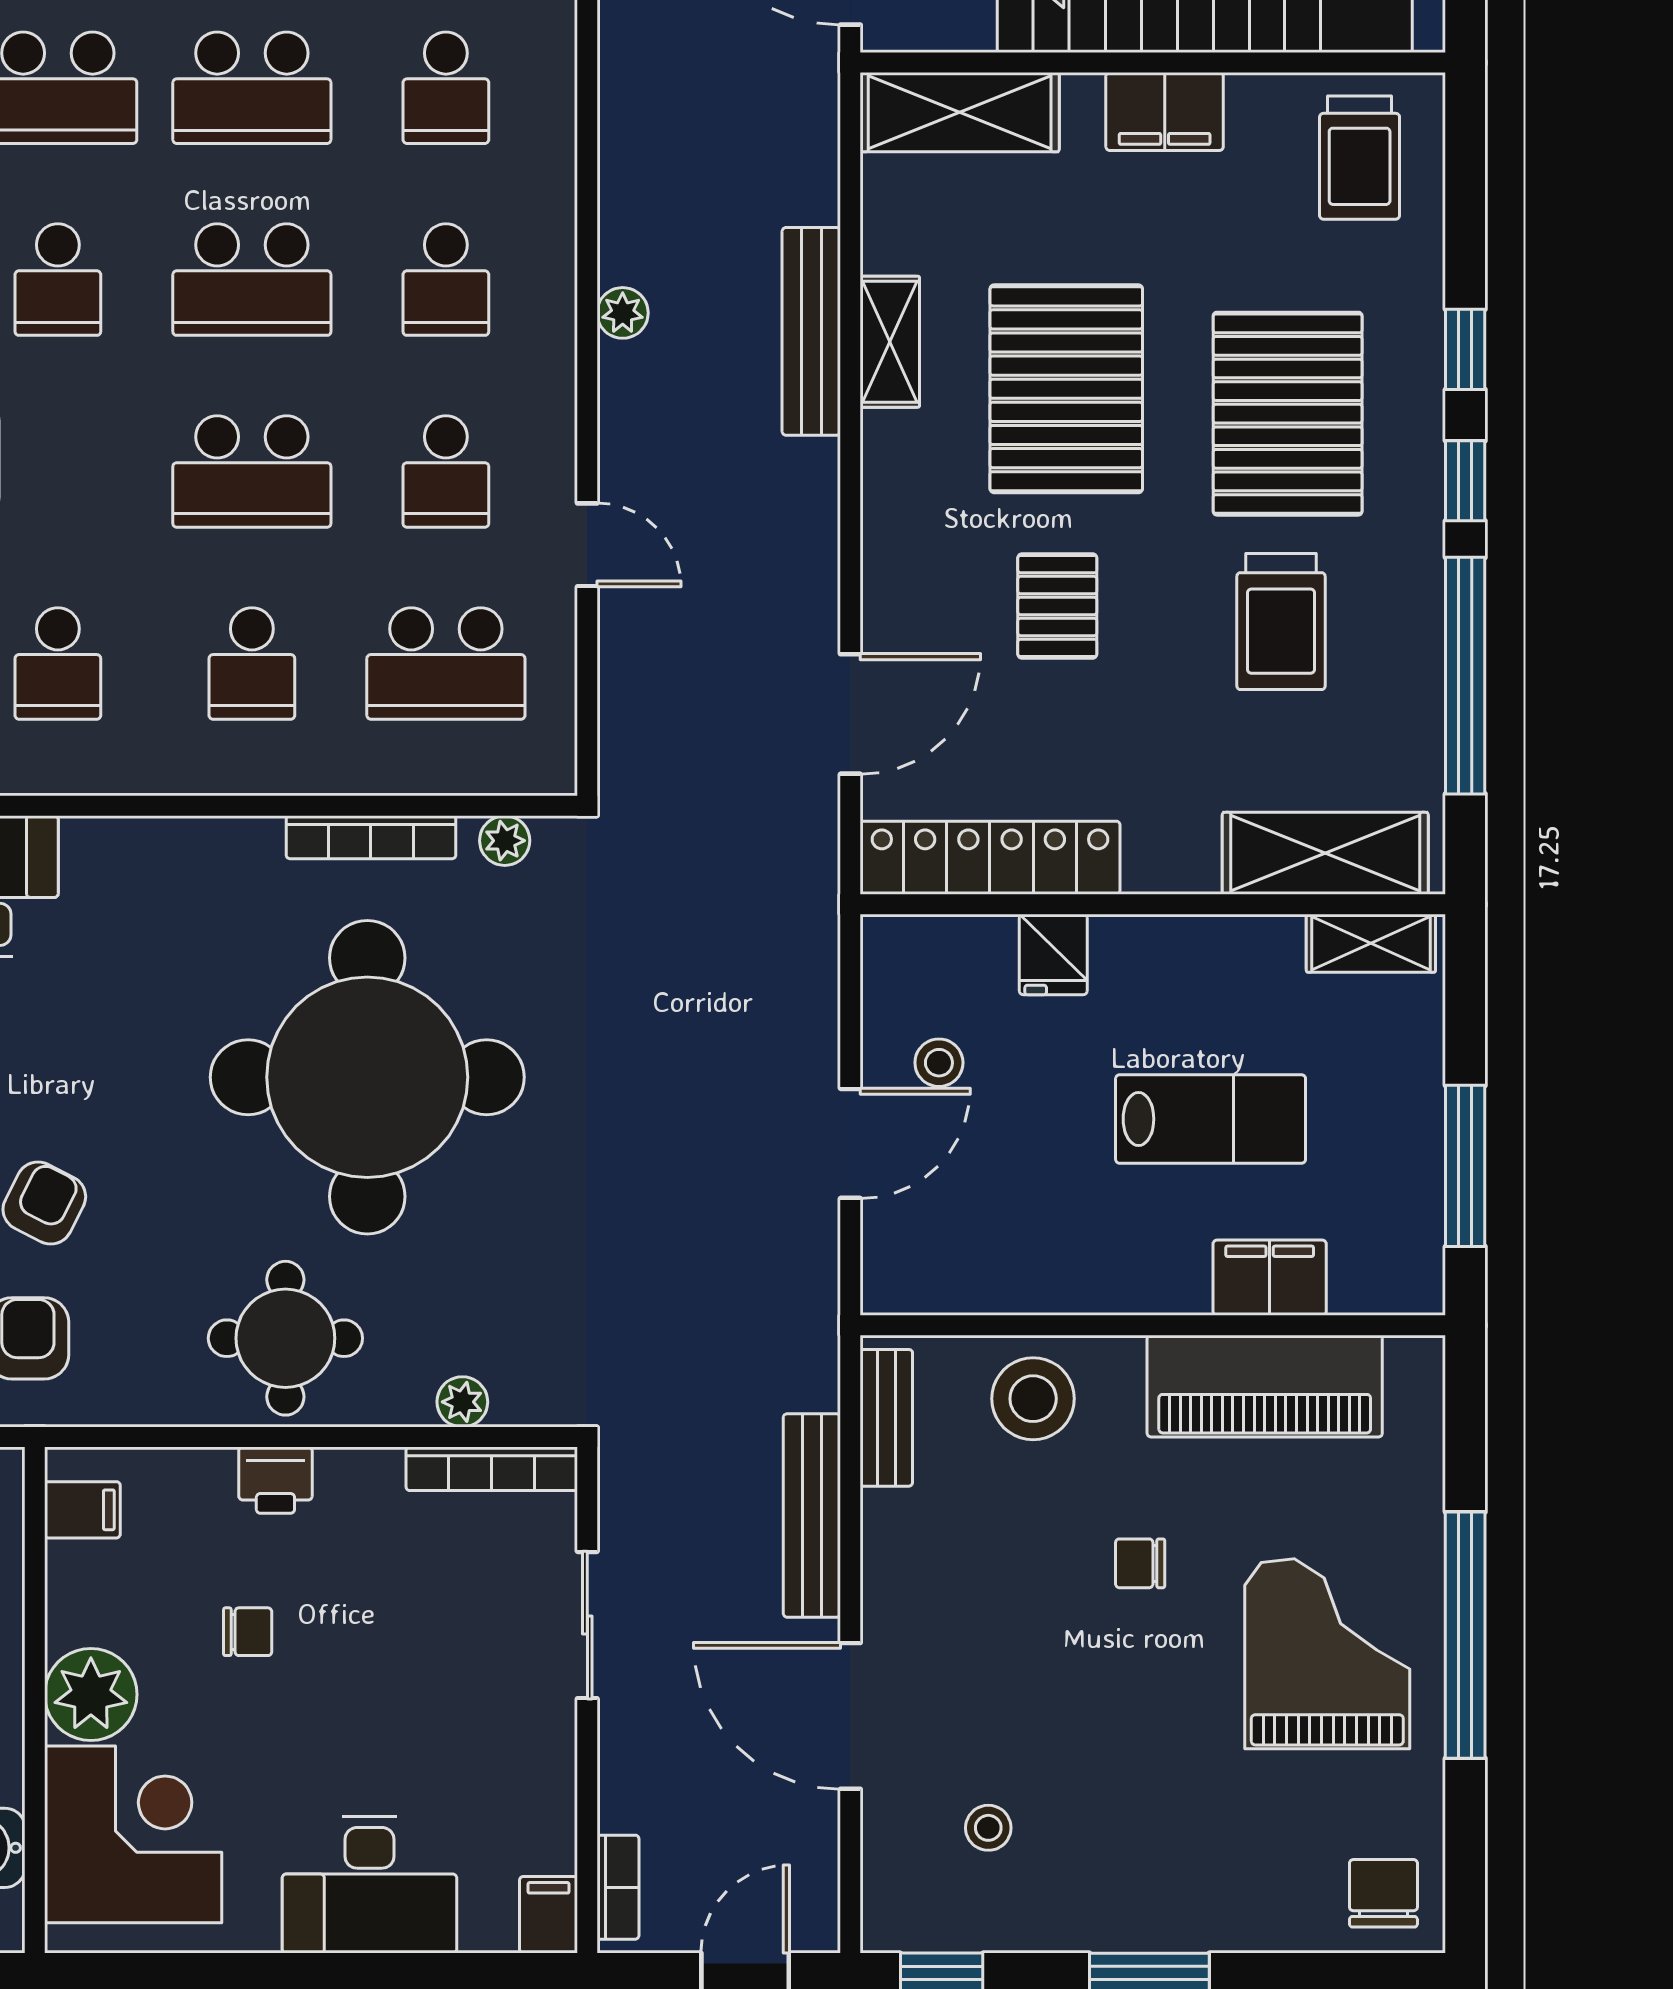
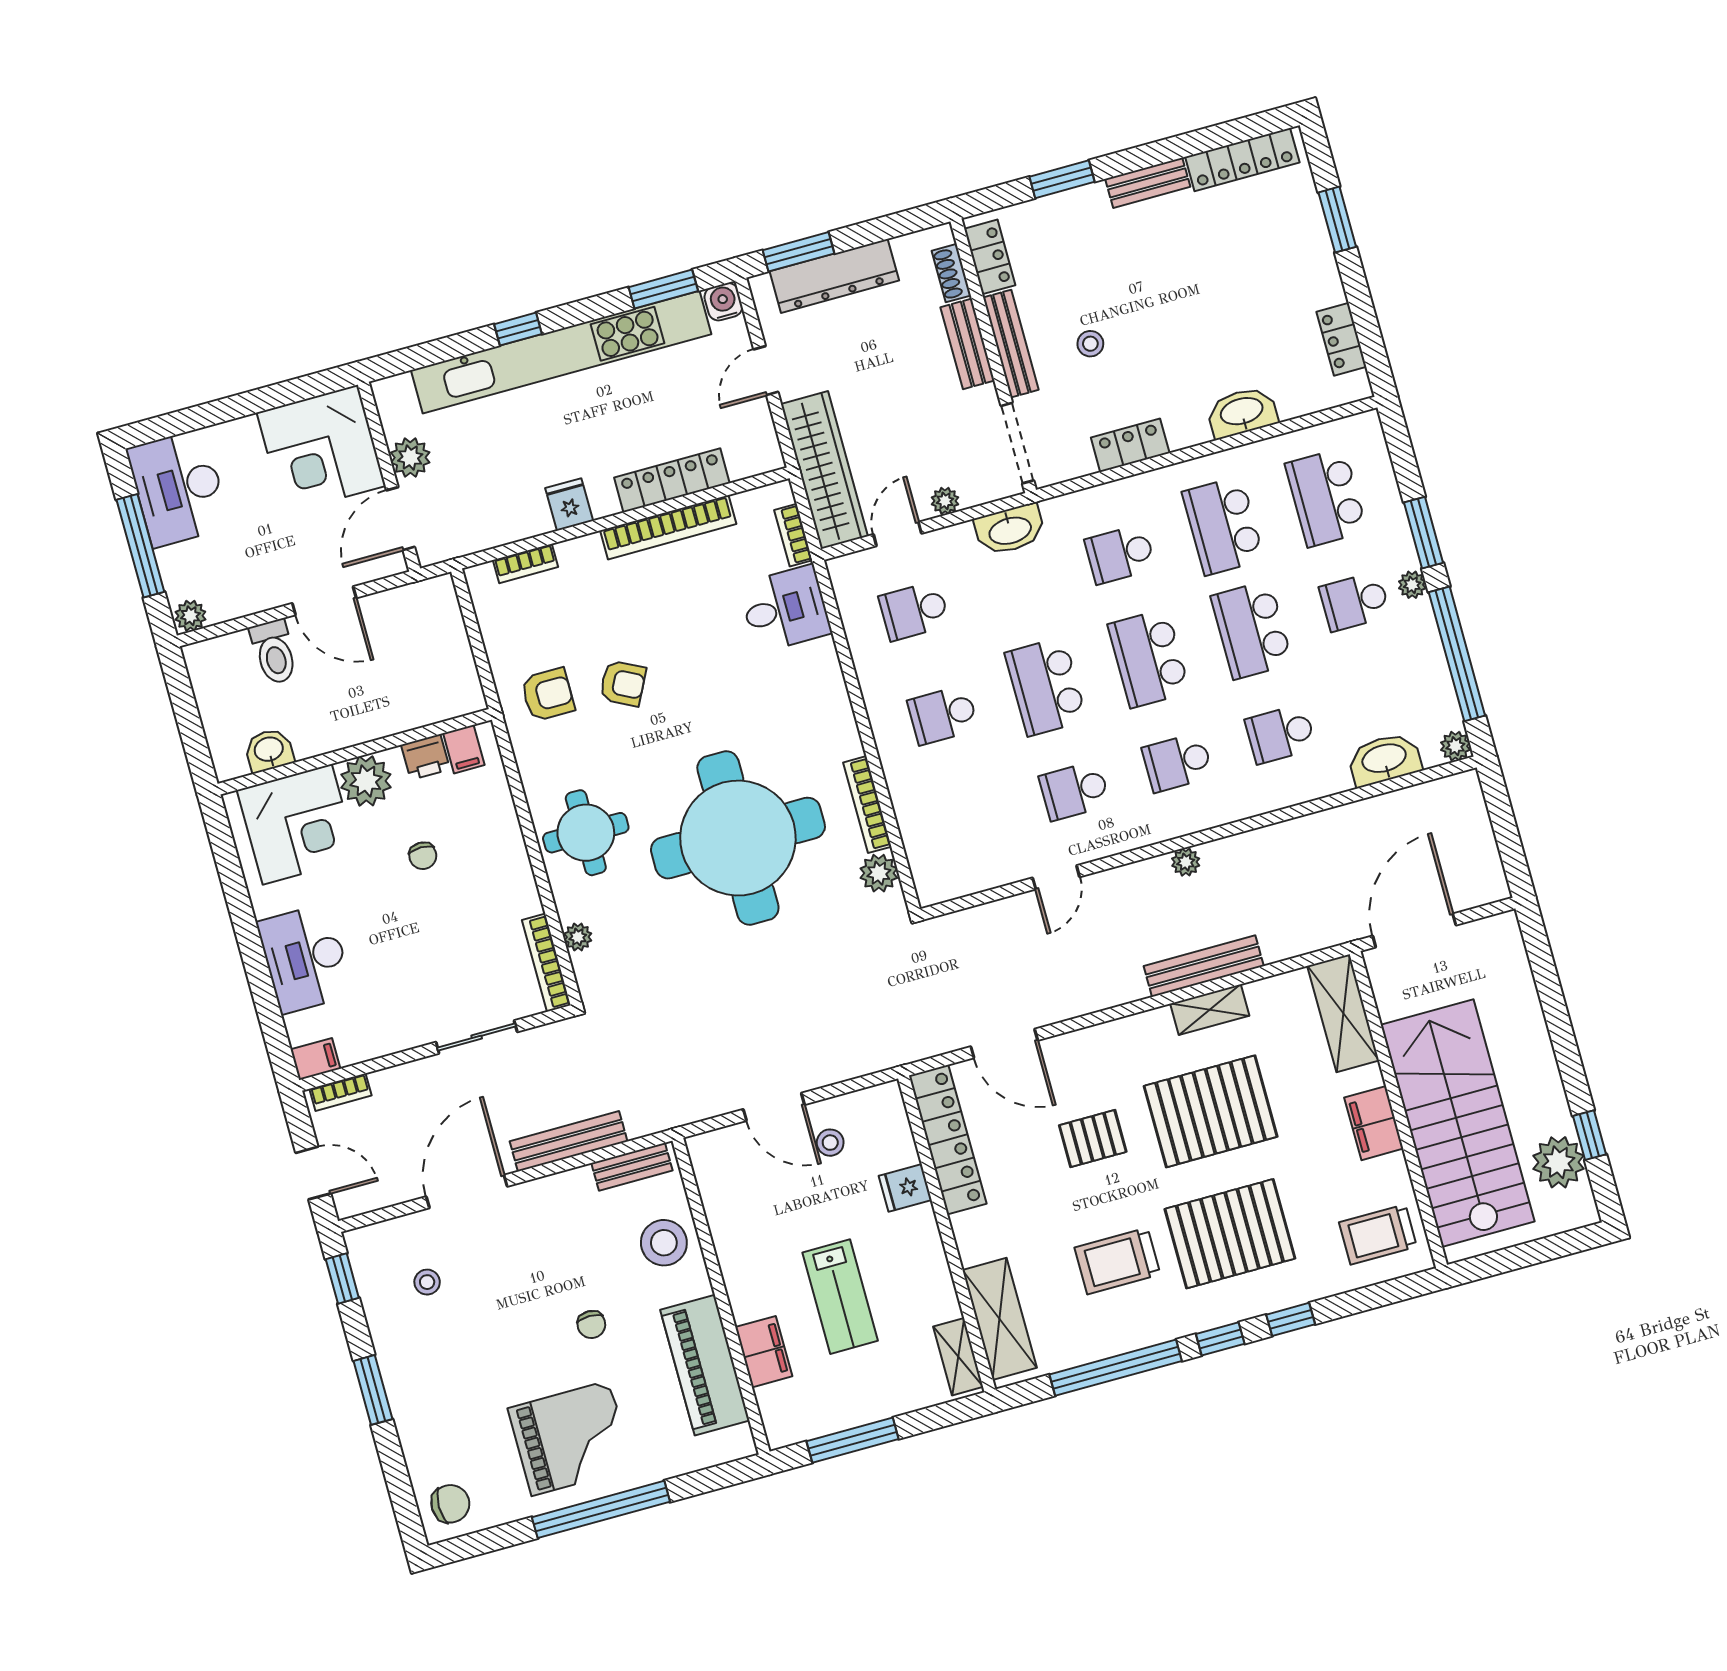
school desk: (446, 663) -> (972, 819), removed
plant: (505, 841) -> (879, 873), width x1.38, depth x1.38
printer: (275, 1480) -> (426, 757), moved, turned -90
chair: (1140, 1563) -> (591, 1324), turned 180

